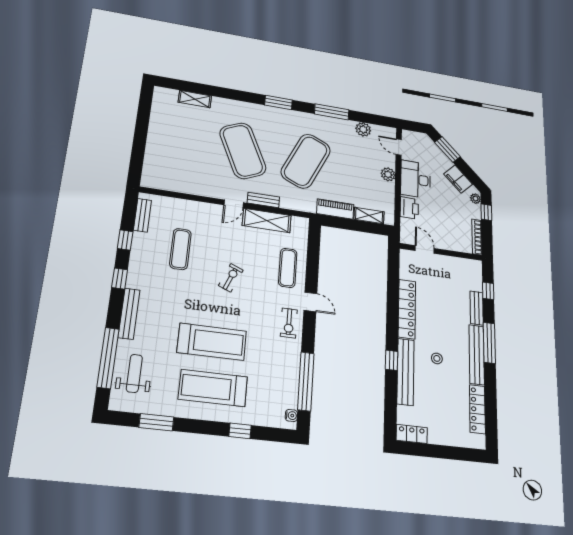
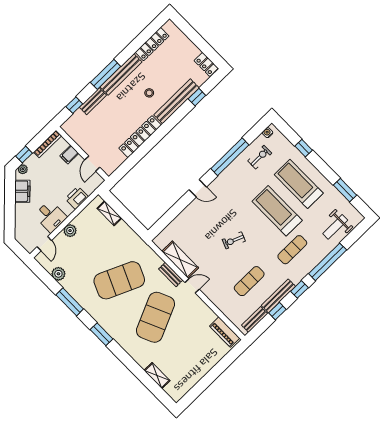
window: (447, 150) -> (10, 217), removed
desk: (416, 179) -> (50, 216), width x0.73
piano: (335, 209) -> (225, 332), moved
filing cabinet: (451, 242) -> (69, 155), added
exercise mat: (288, 268) -> (292, 250), moved
door: (310, 302) -> (198, 188), swing flipped
bench: (129, 314) -> (278, 296), moved
exercise bike: (289, 323) -> (260, 157), moved
window: (108, 358) -> (328, 262), moved
window: (392, 360) -> (197, 97), moved
window: (306, 381) -> (230, 157), moved
treadmill: (213, 388) -> (299, 184), turned 180

